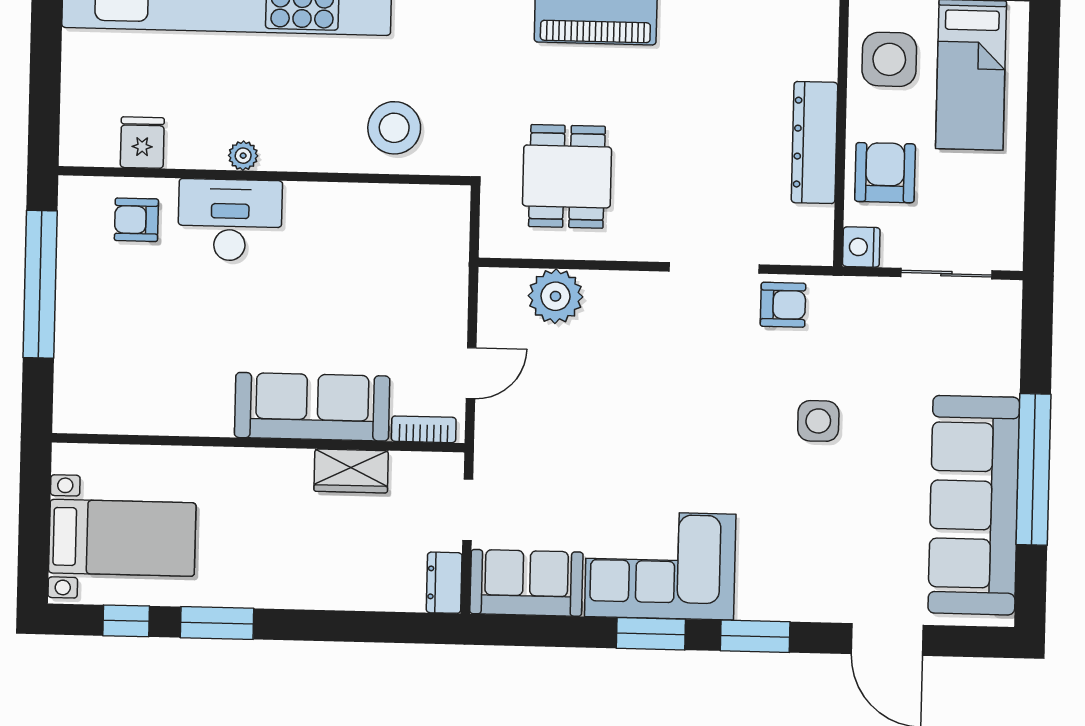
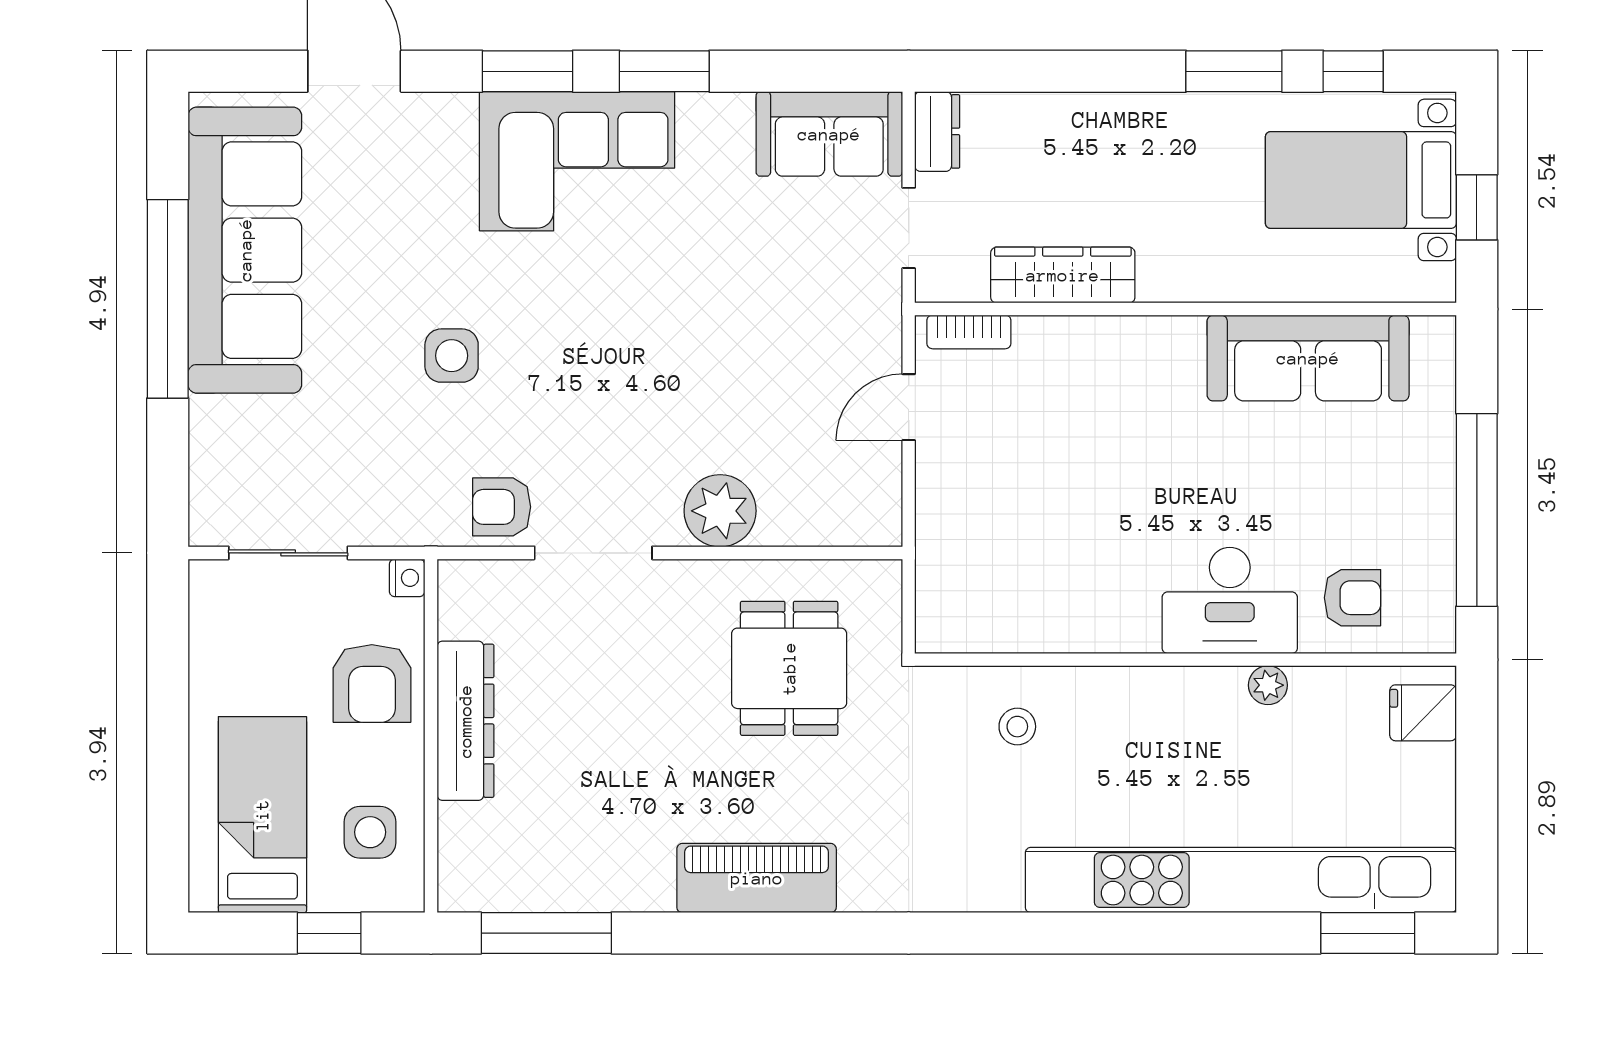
side table: (889, 59) -> (370, 832), width x0.73, depth x0.73
stool: (394, 128) -> (1017, 727), width x0.53, depth x0.53
fridge: (142, 143) -> (1423, 713), moved, turned 90
plant: (243, 156) -> (1268, 685), moved
nightstand: (861, 247) -> (407, 578), width x0.72, depth x0.74
plant: (555, 296) -> (720, 511), moved
sofa: (312, 407) -> (1308, 358), moved
wardrobe: (351, 471) -> (1063, 275), width x1.50
window: (34, 515) -> (1477, 207), added
corner sofa: (660, 565) -> (577, 161), moved

